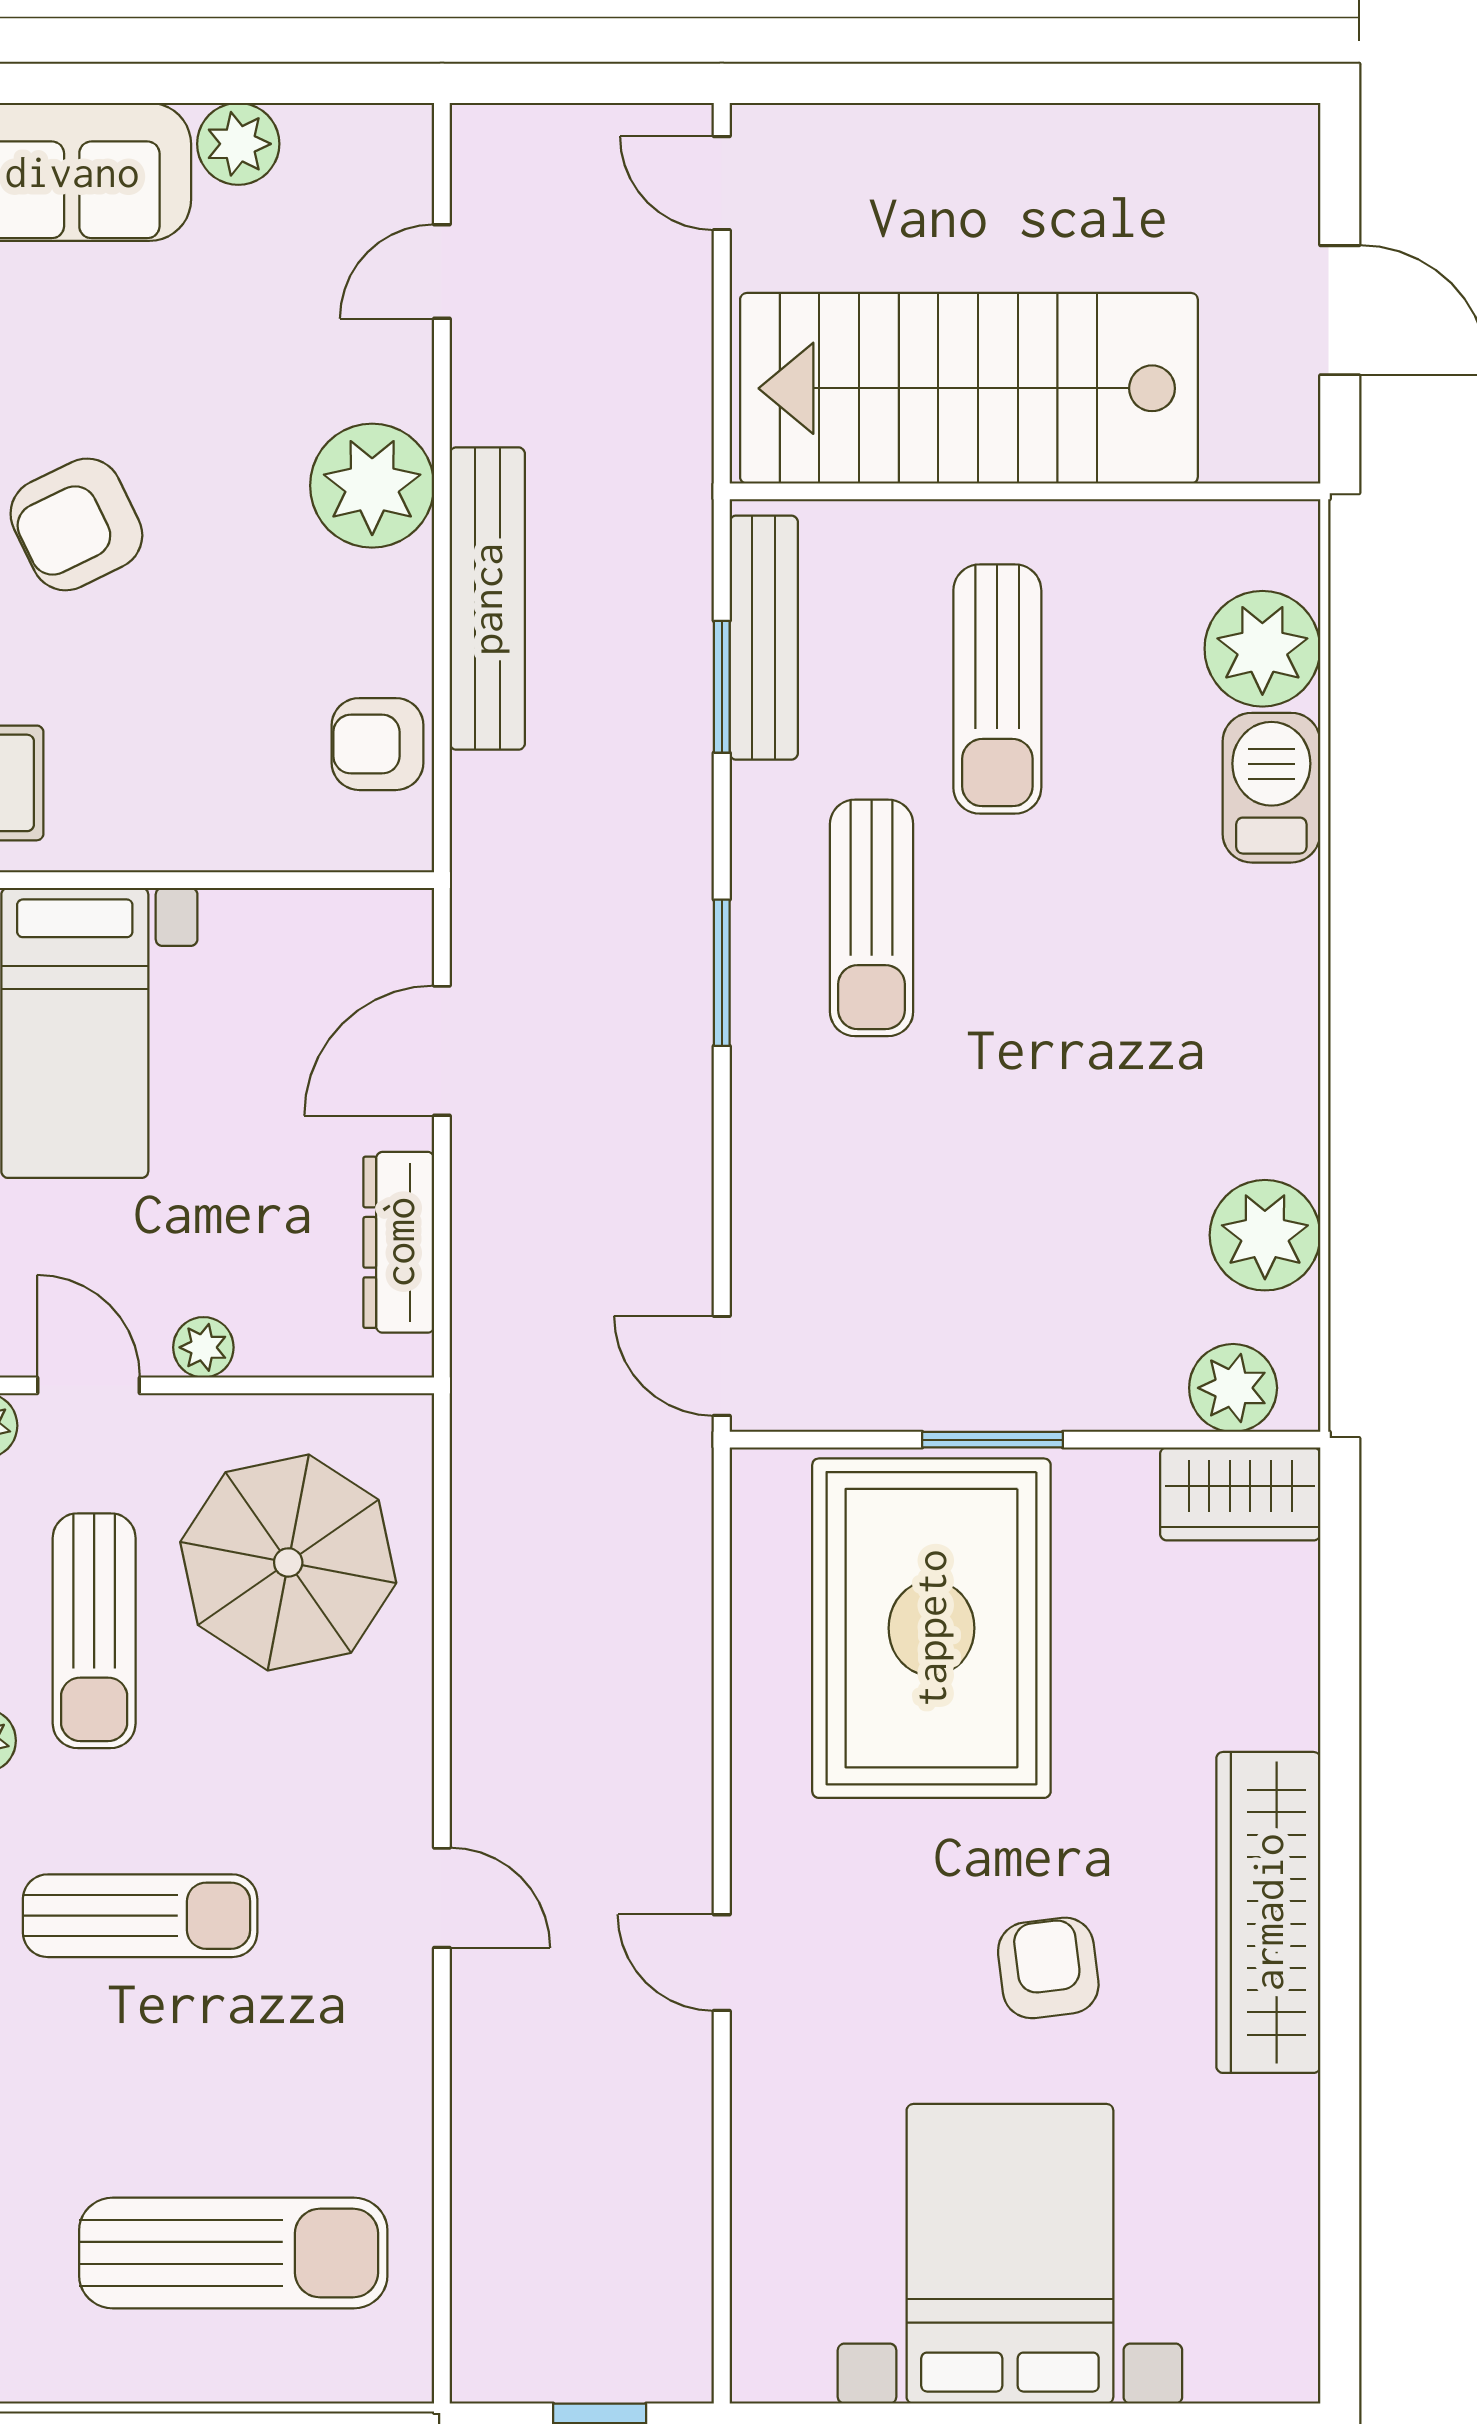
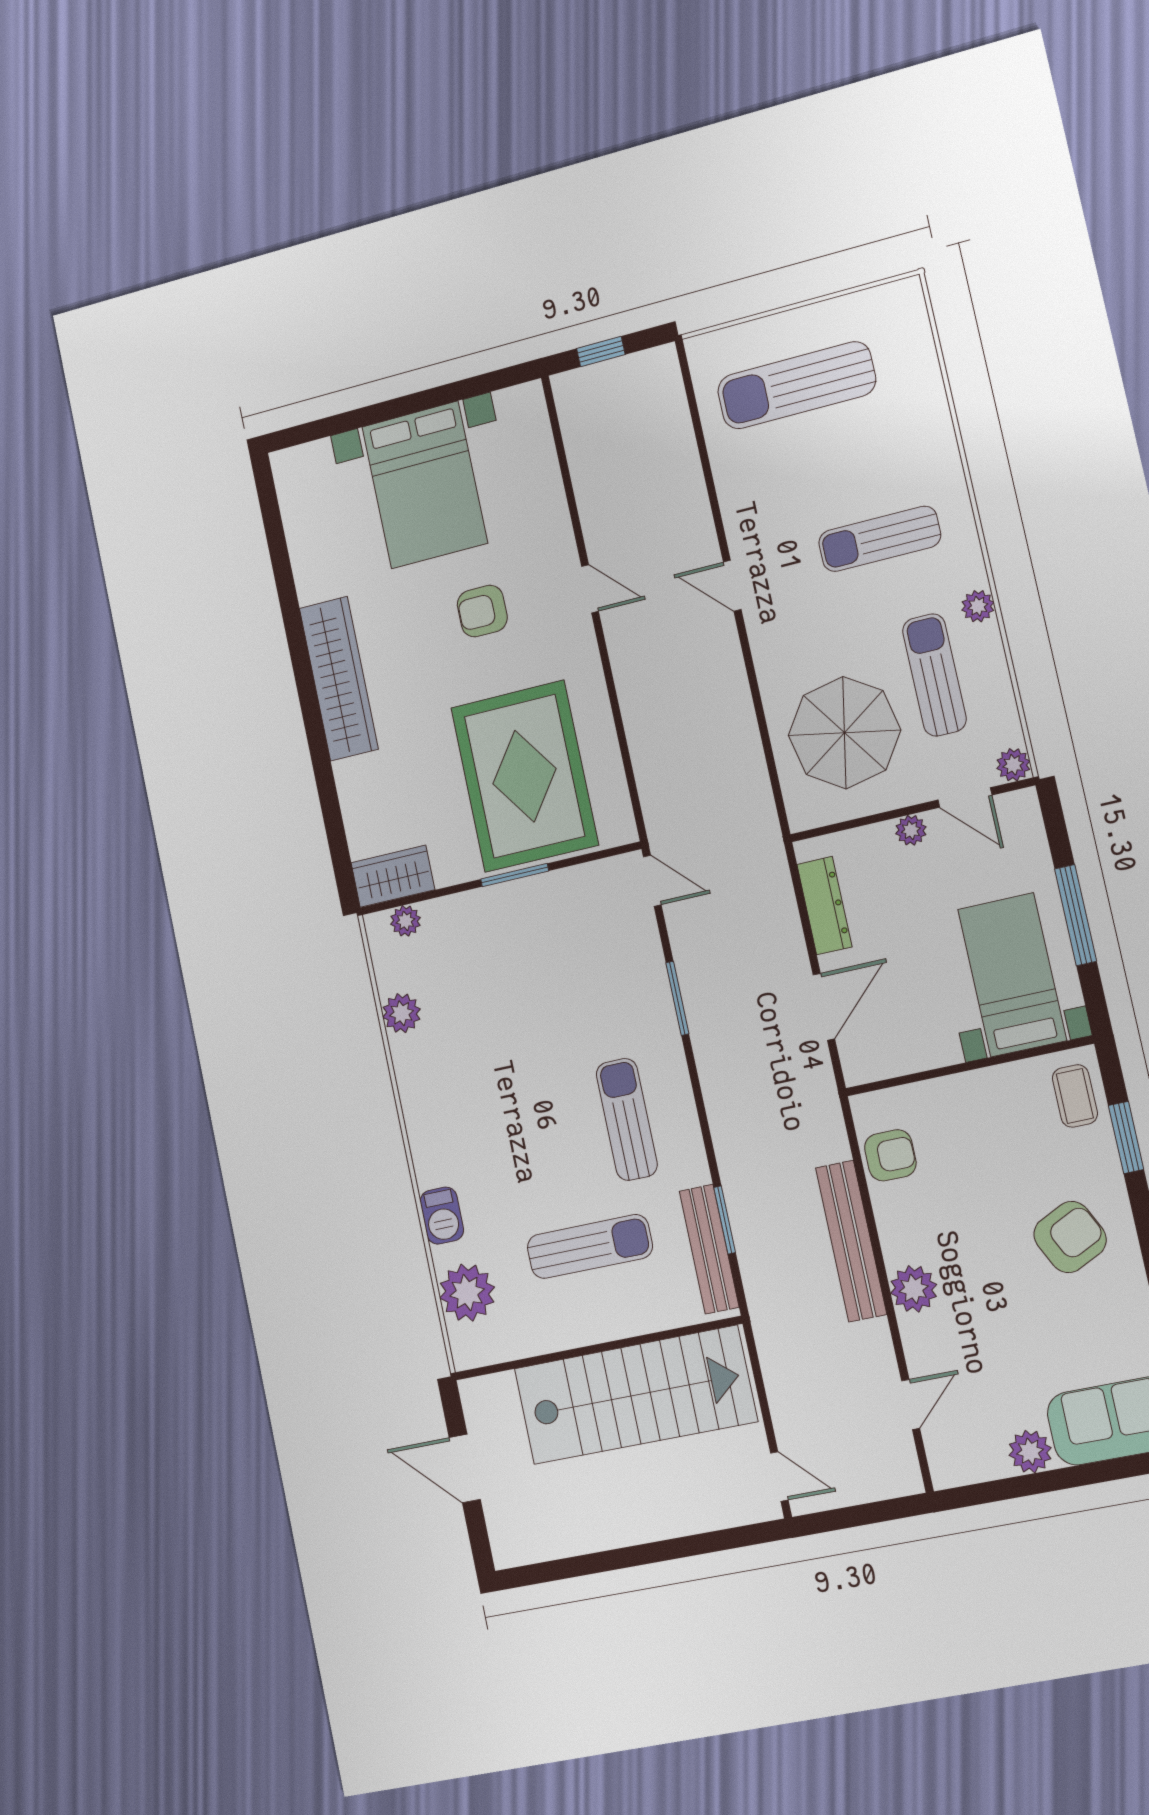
plant: (372, 486) -> (914, 1289), width x0.73, depth x0.73
sun lounger: (997, 689) -> (590, 1247), turned 90
barbecue: (1271, 788) -> (442, 1216), width x0.73, depth x0.79
window: (722, 973) -> (677, 998), moved
plant: (1265, 1235) -> (402, 1013), width x0.73, depth x0.73
plant: (1233, 1388) -> (405, 921), width x0.73, depth x0.73
armchair: (1048, 1968) -> (482, 611), moved, turned 97

